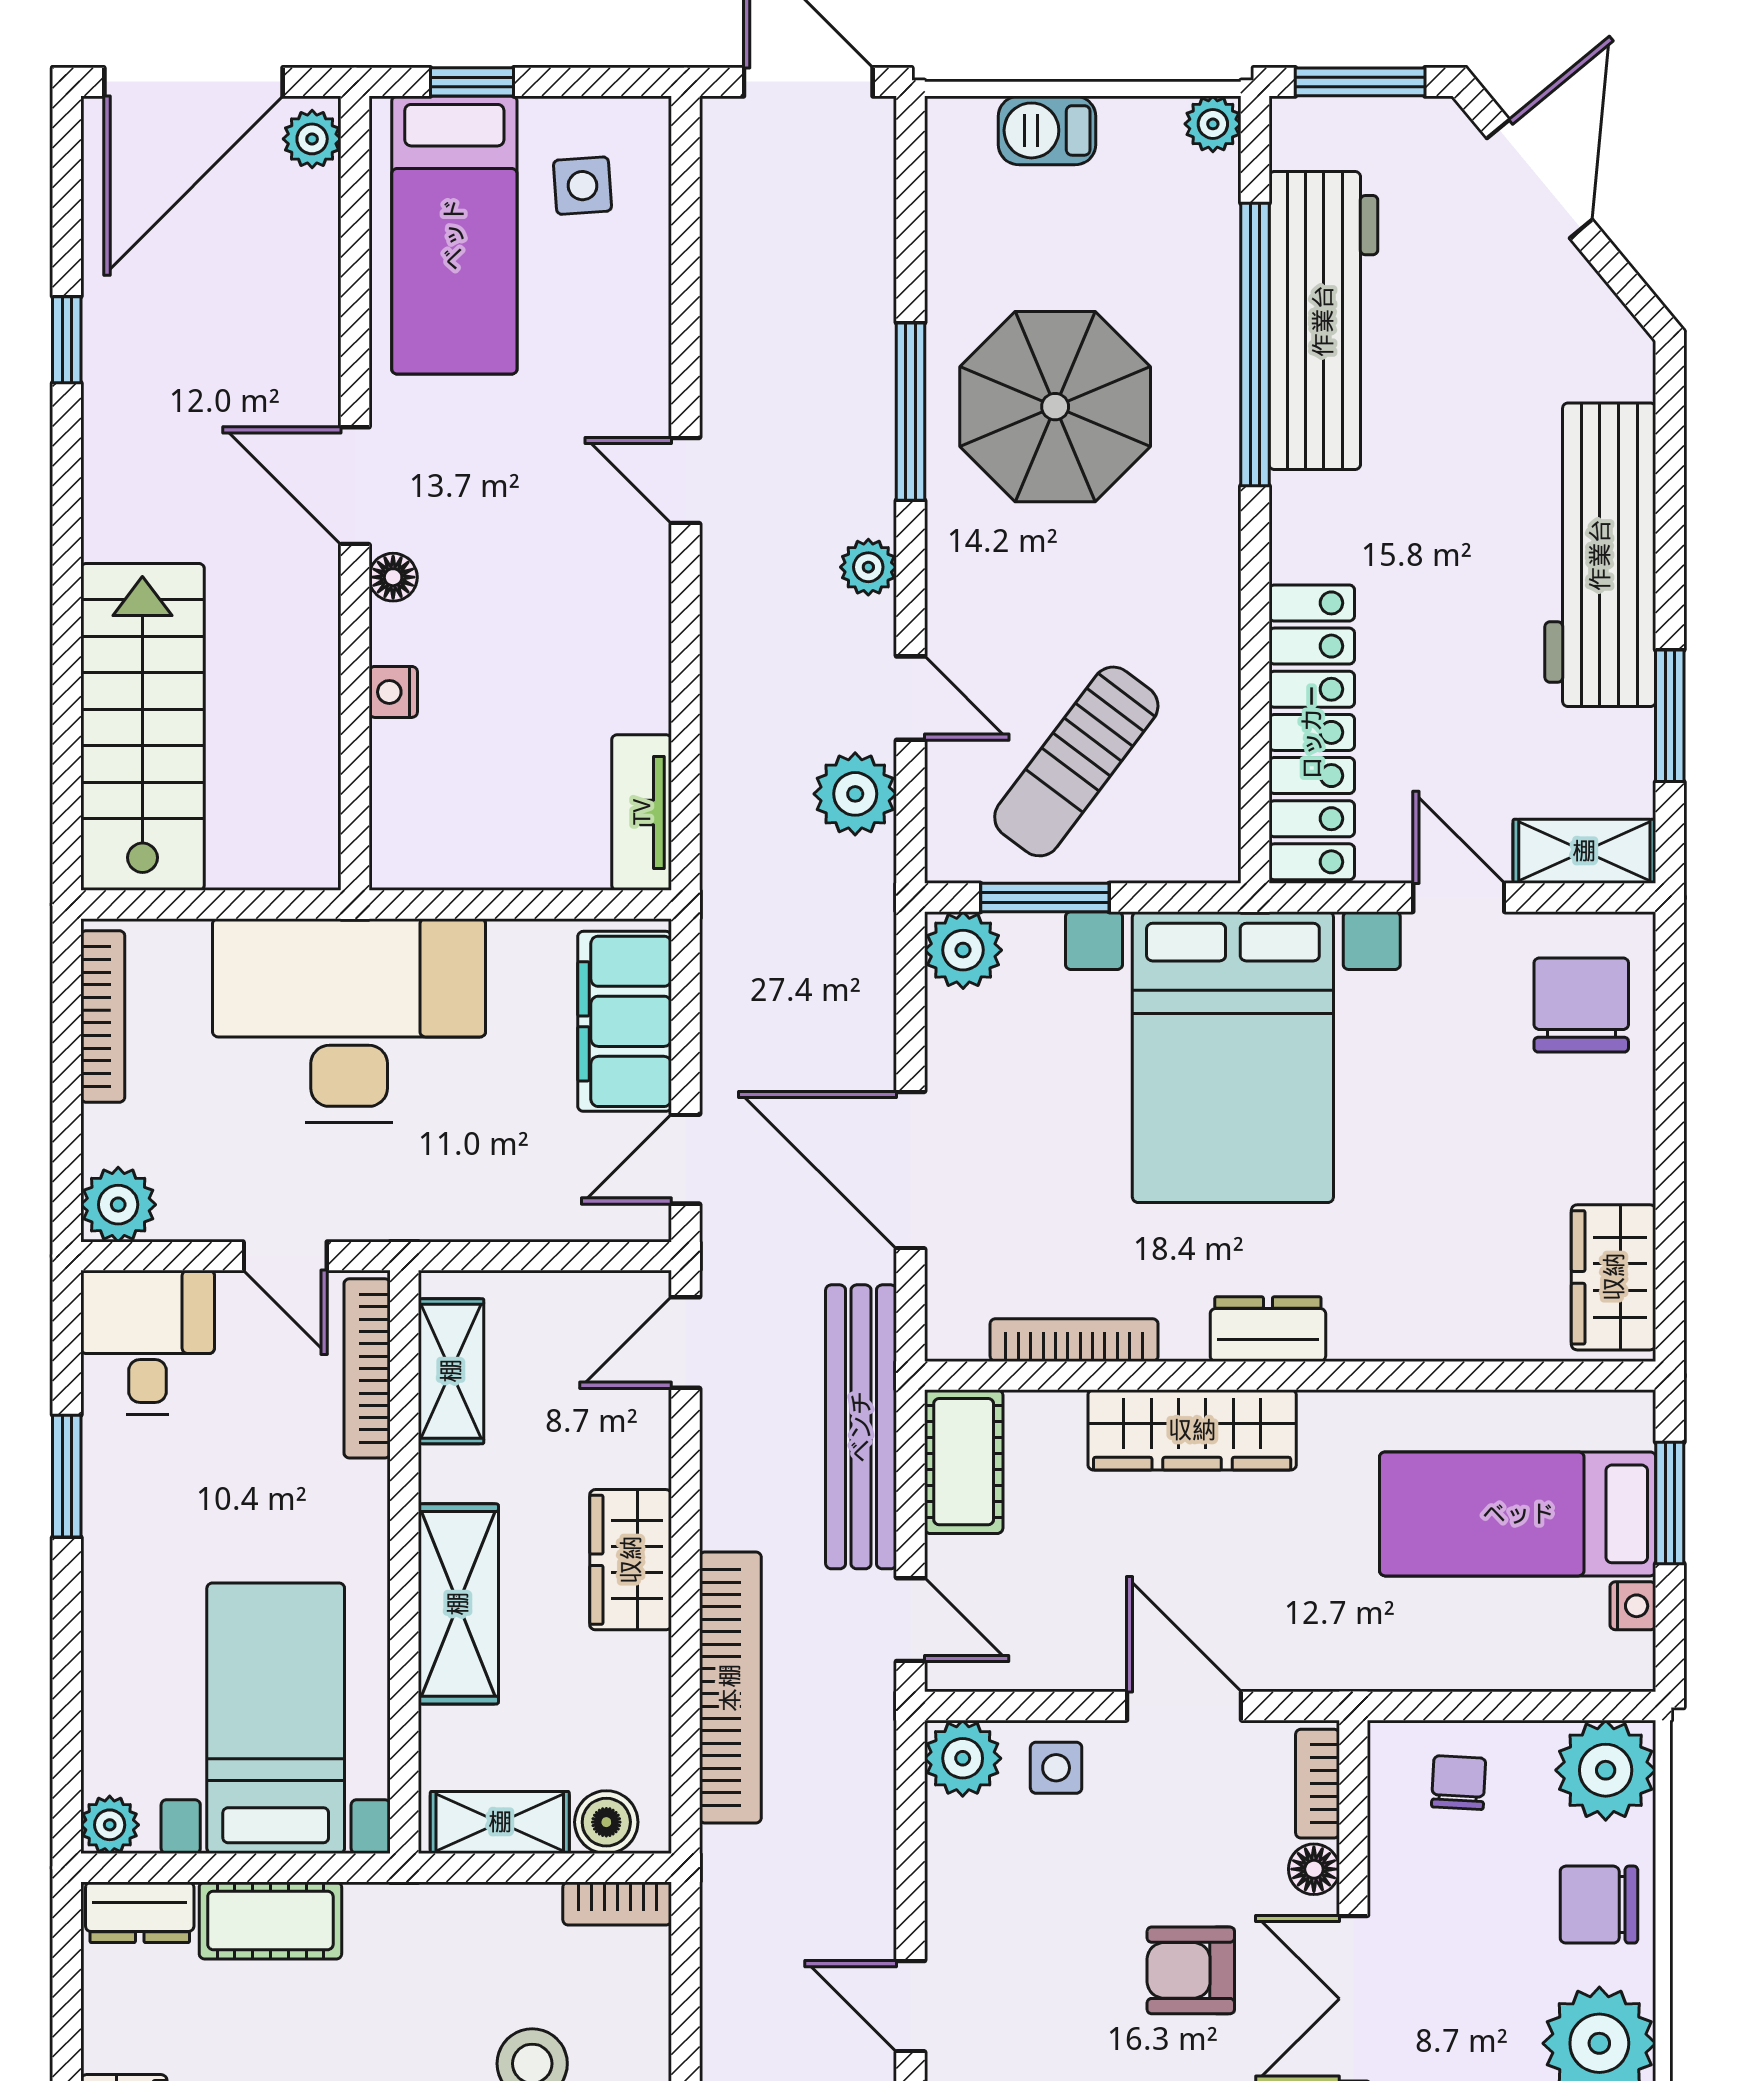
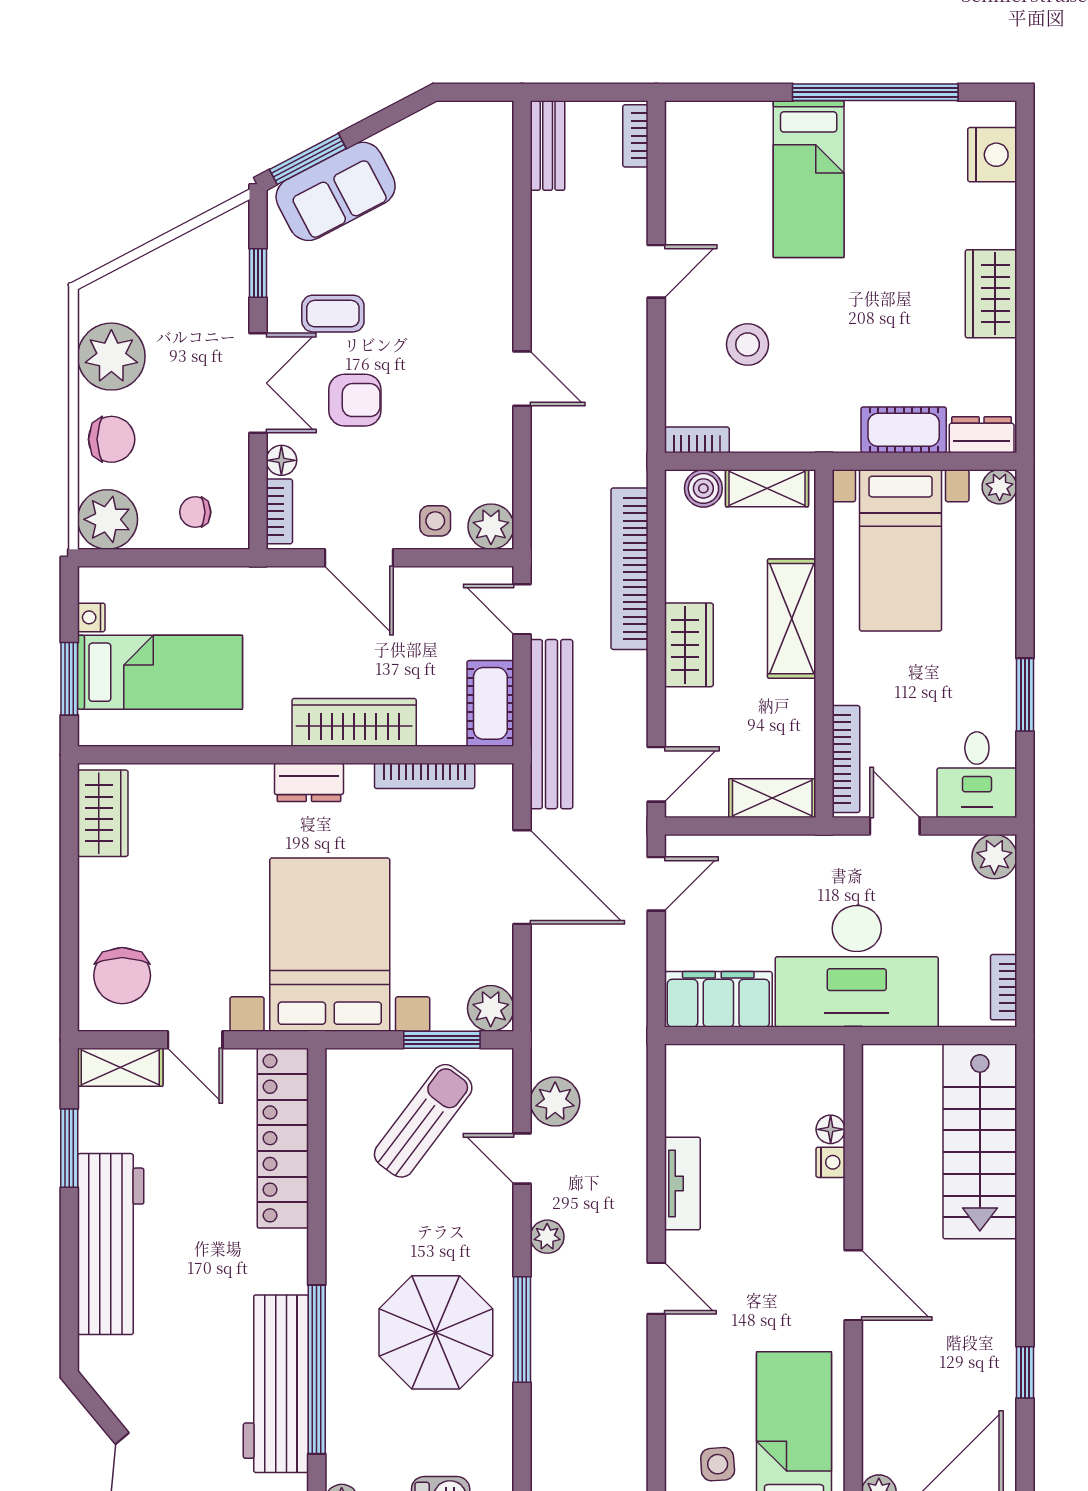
floor lamp: (393, 577) -> (831, 1129), moved
tv unit: (642, 812) -> (682, 1183), moved
bookcase: (103, 1016) -> (1004, 987), width x0.64
filing cabinet: (625, 1021) -> (718, 999), moved, turned -90
shelving: (451, 1371) -> (772, 798), moved, turned 90
chair: (1459, 1783) -> (195, 512), turned 87

